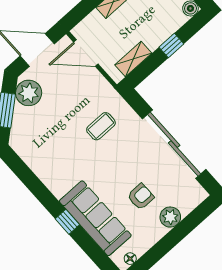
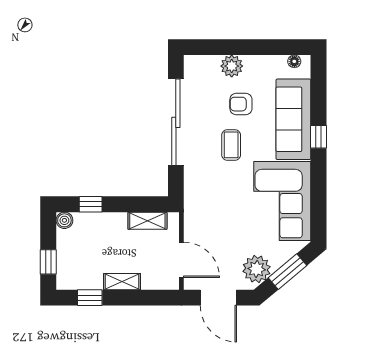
window: (171, 45) -> (91, 204), moved
coffee table: (101, 126) -> (231, 145), moved, turned 90
corner sofa: (53, 155) -> (282, 201), added

